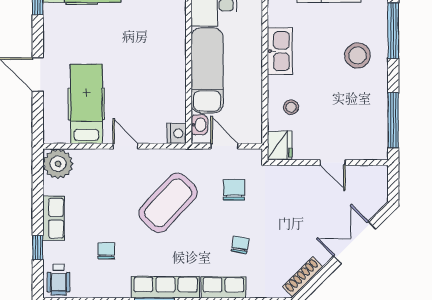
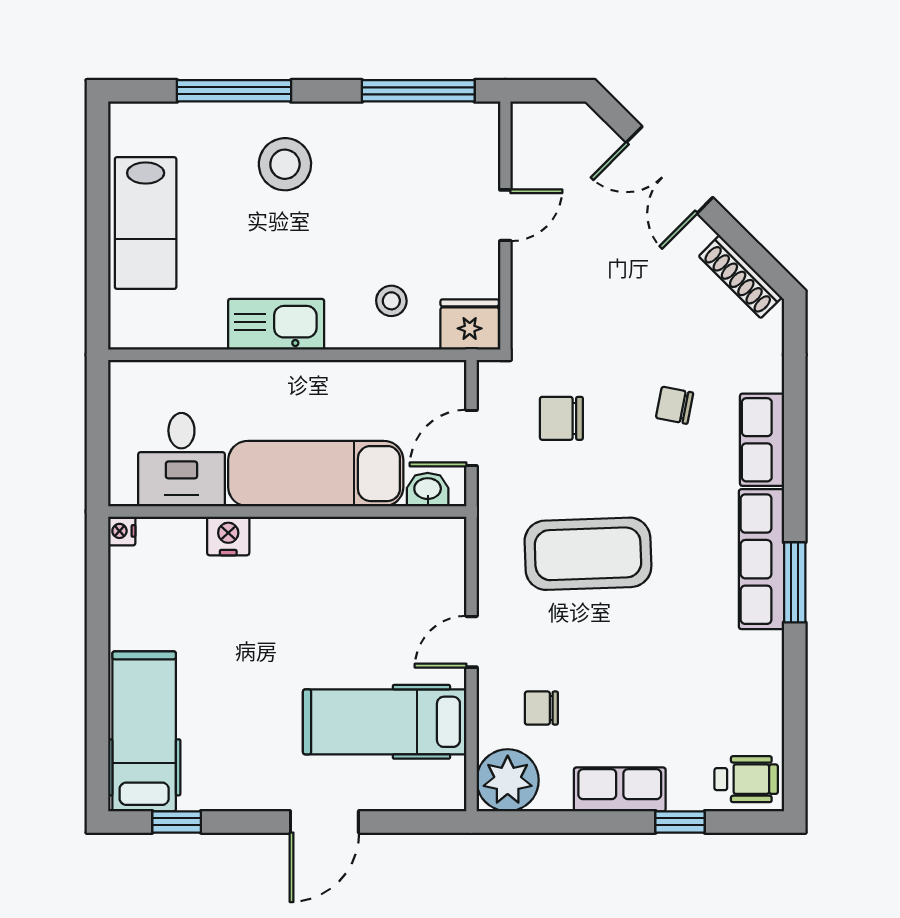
nightstand: (177, 133) -> (228, 536), moved
coffee table: (168, 203) -> (588, 554), turned -45
chair: (106, 251) -> (541, 708), moved

